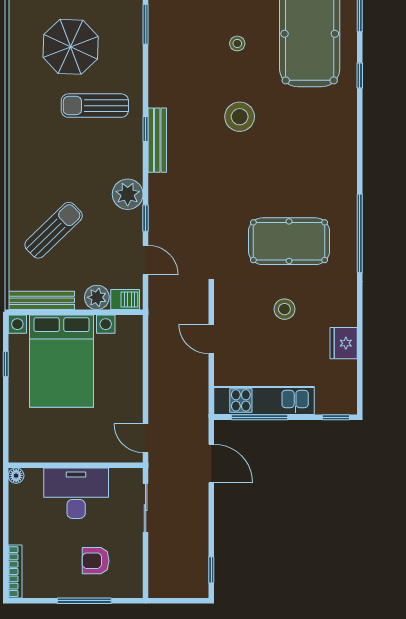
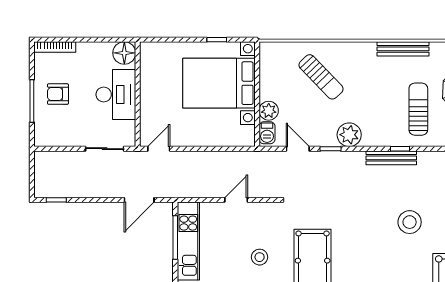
door: (146, 260) -> (298, 149), swing flipped
bench: (41, 300) -> (403, 49), moved, turned 90
floor lamp: (16, 476) -> (124, 53), width x1.89, depth x1.89
armchair: (96, 561) -> (58, 94), moved, turned -90

